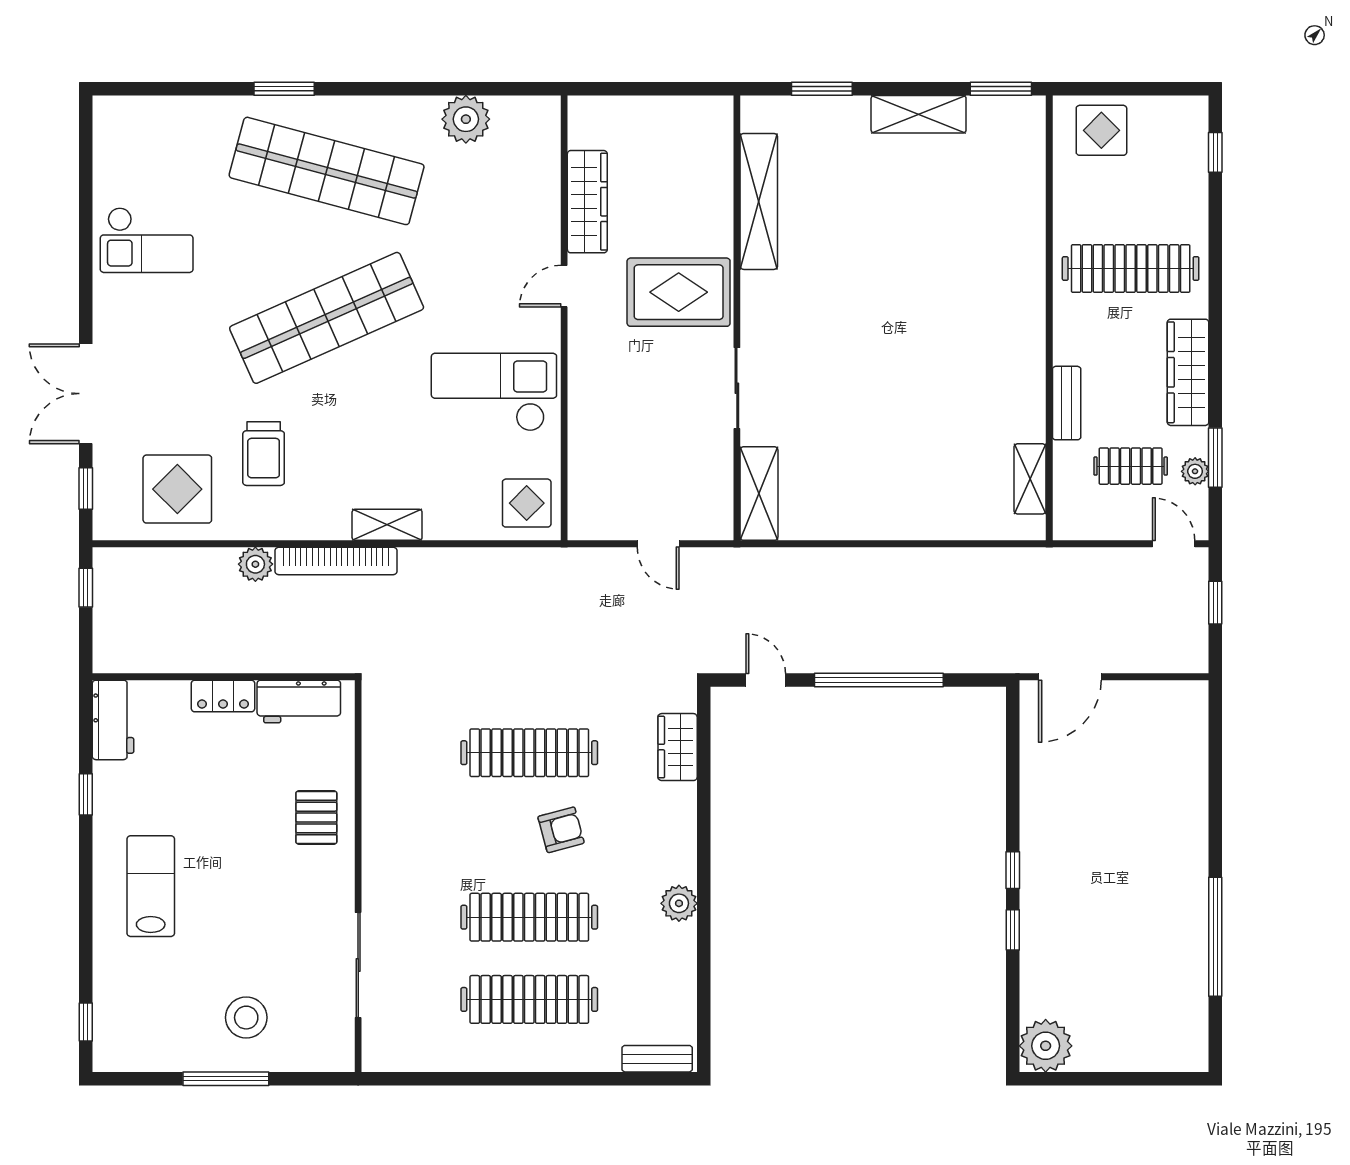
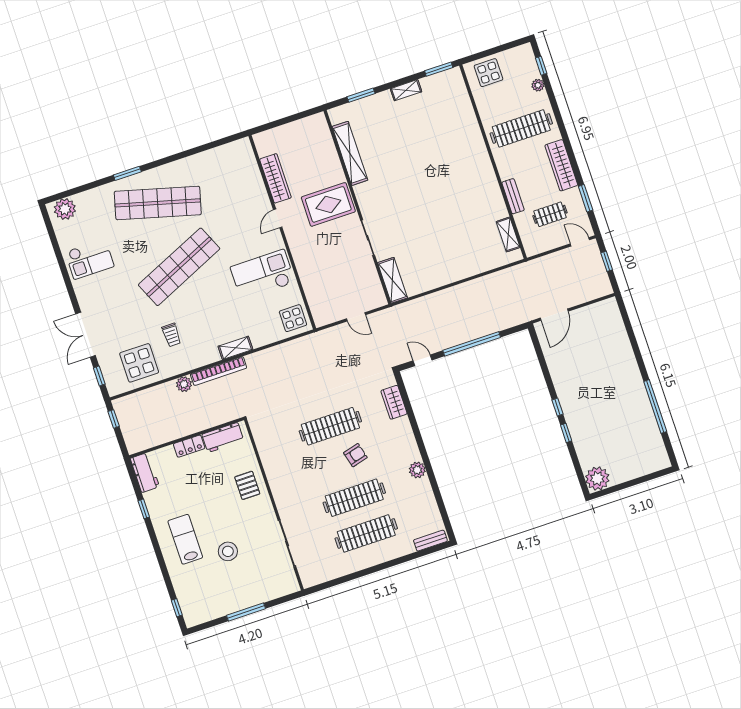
shelving: (919, 114) -> (406, 90), width x0.67, depth x0.75
plant: (466, 119) -> (65, 209), moved
trolley: (264, 454) -> (171, 335), width x0.73, depth x0.72
plant: (1195, 471) -> (538, 85), moved
stool: (246, 1018) -> (228, 551), moved

